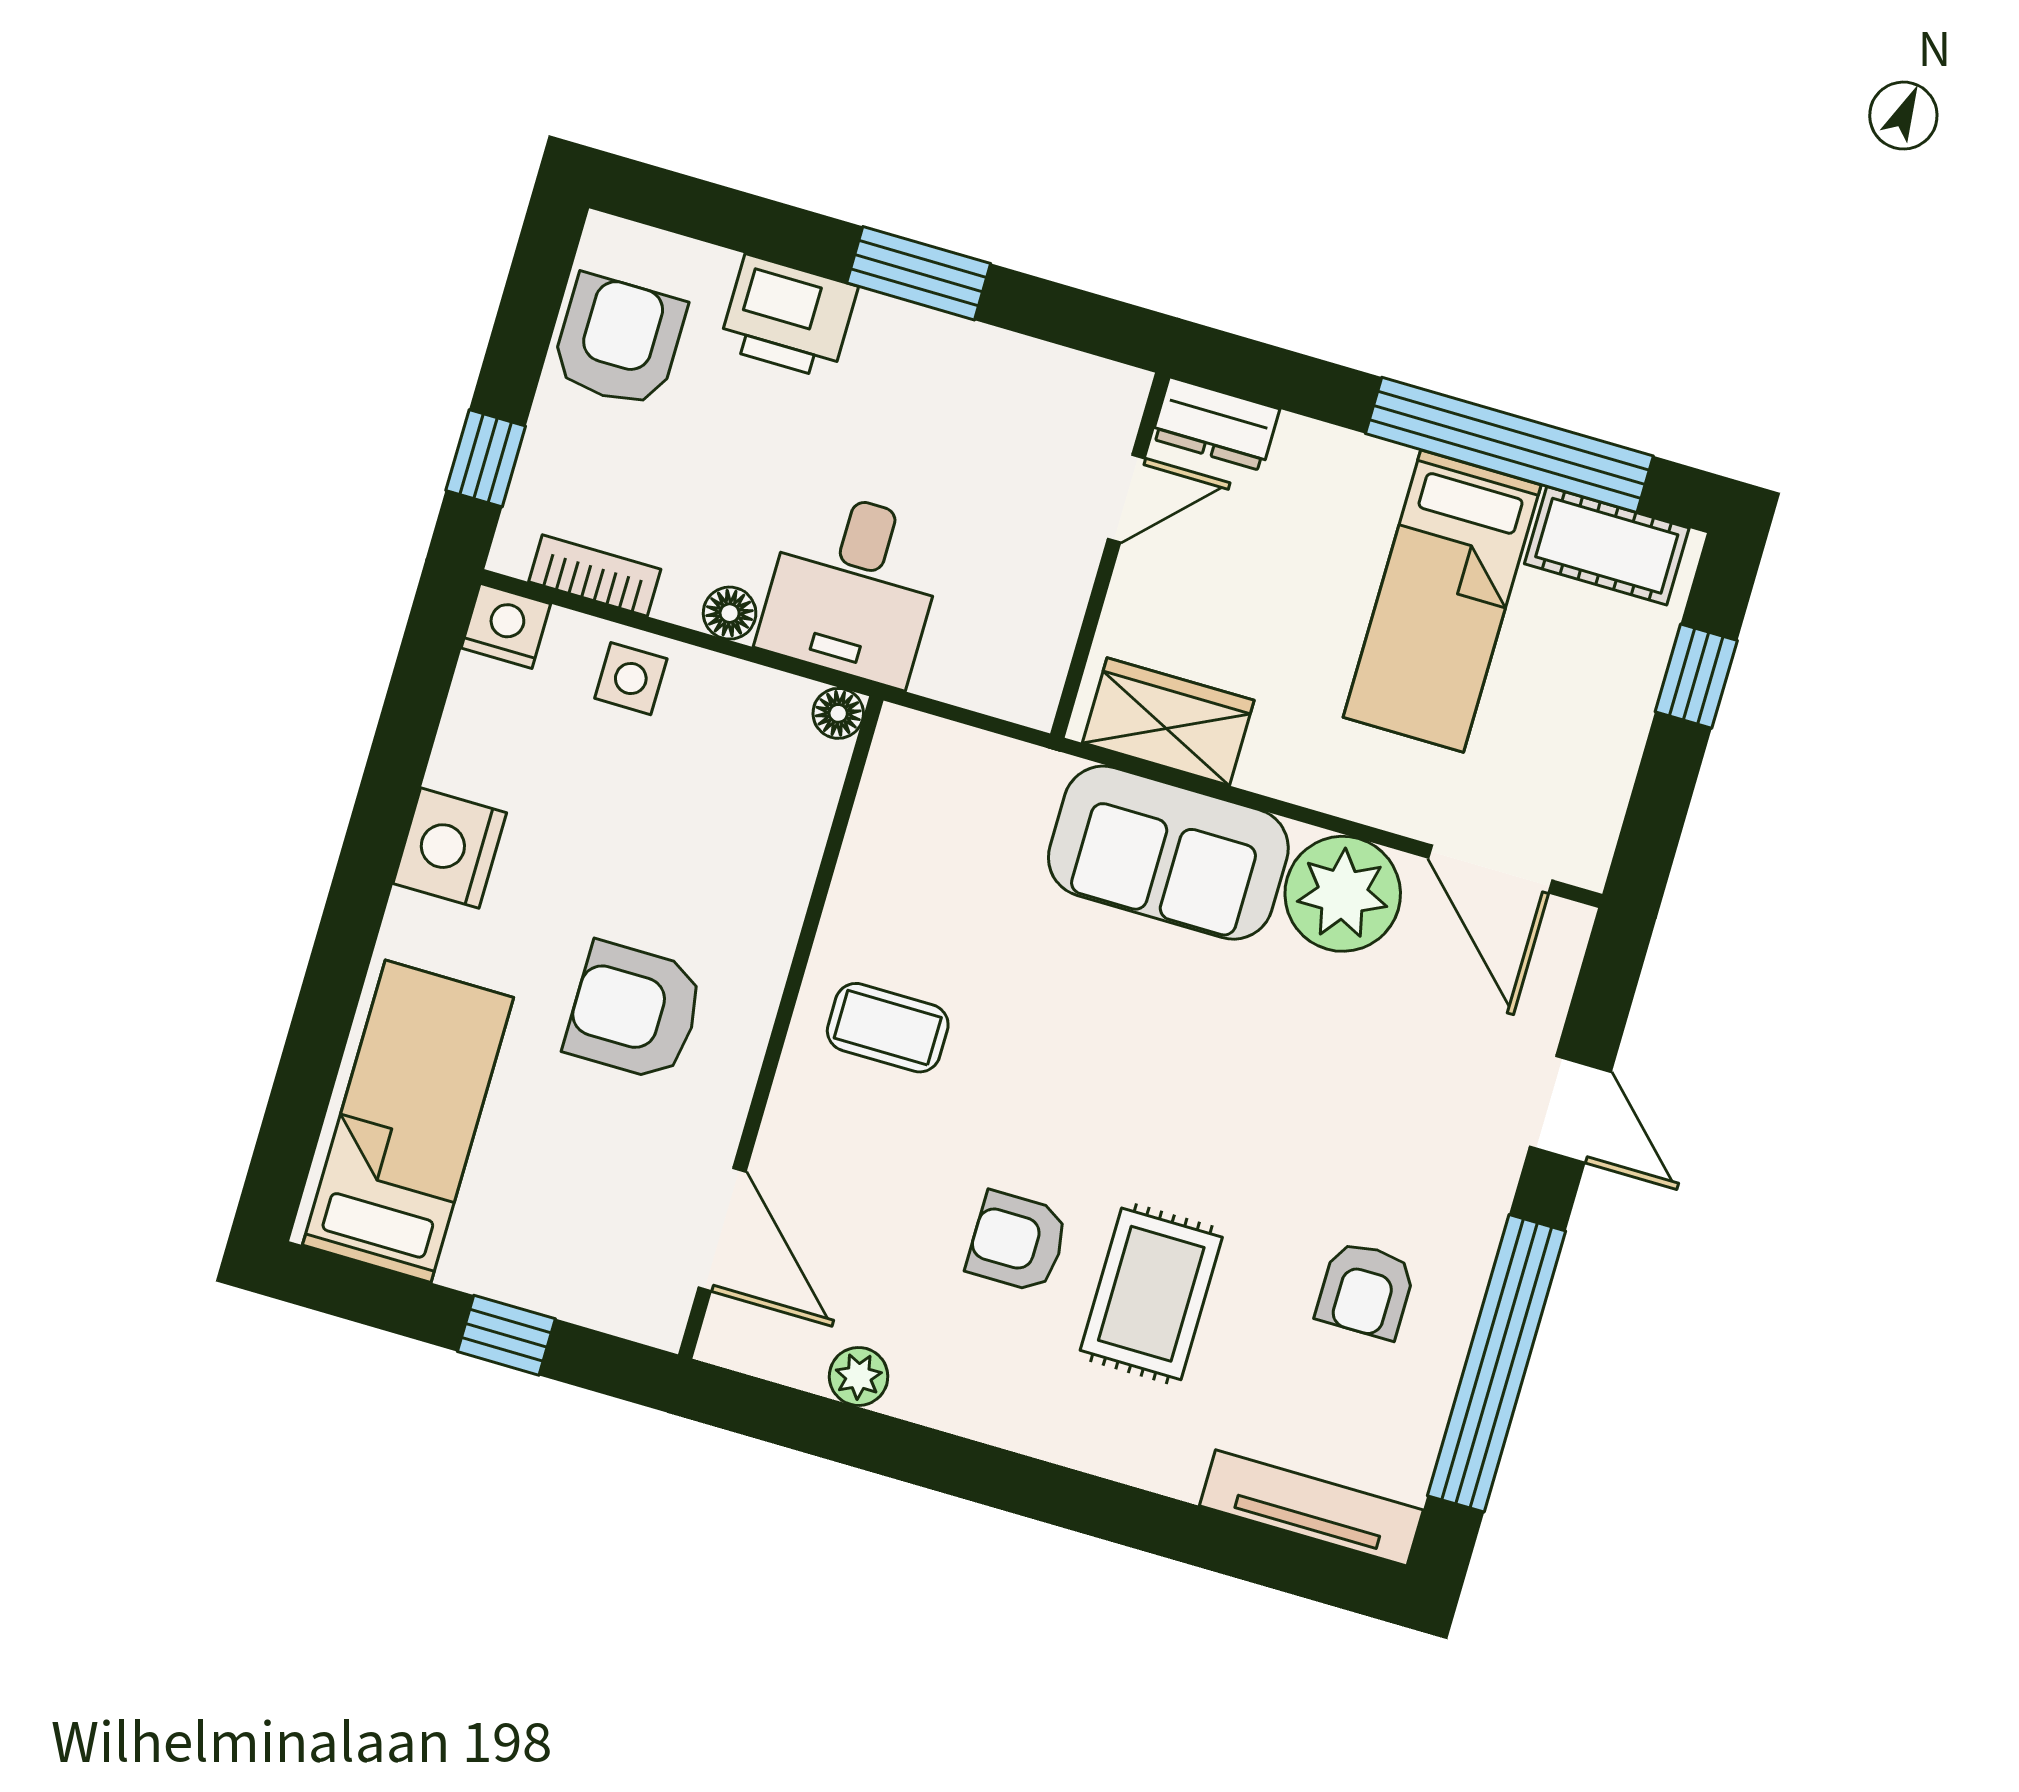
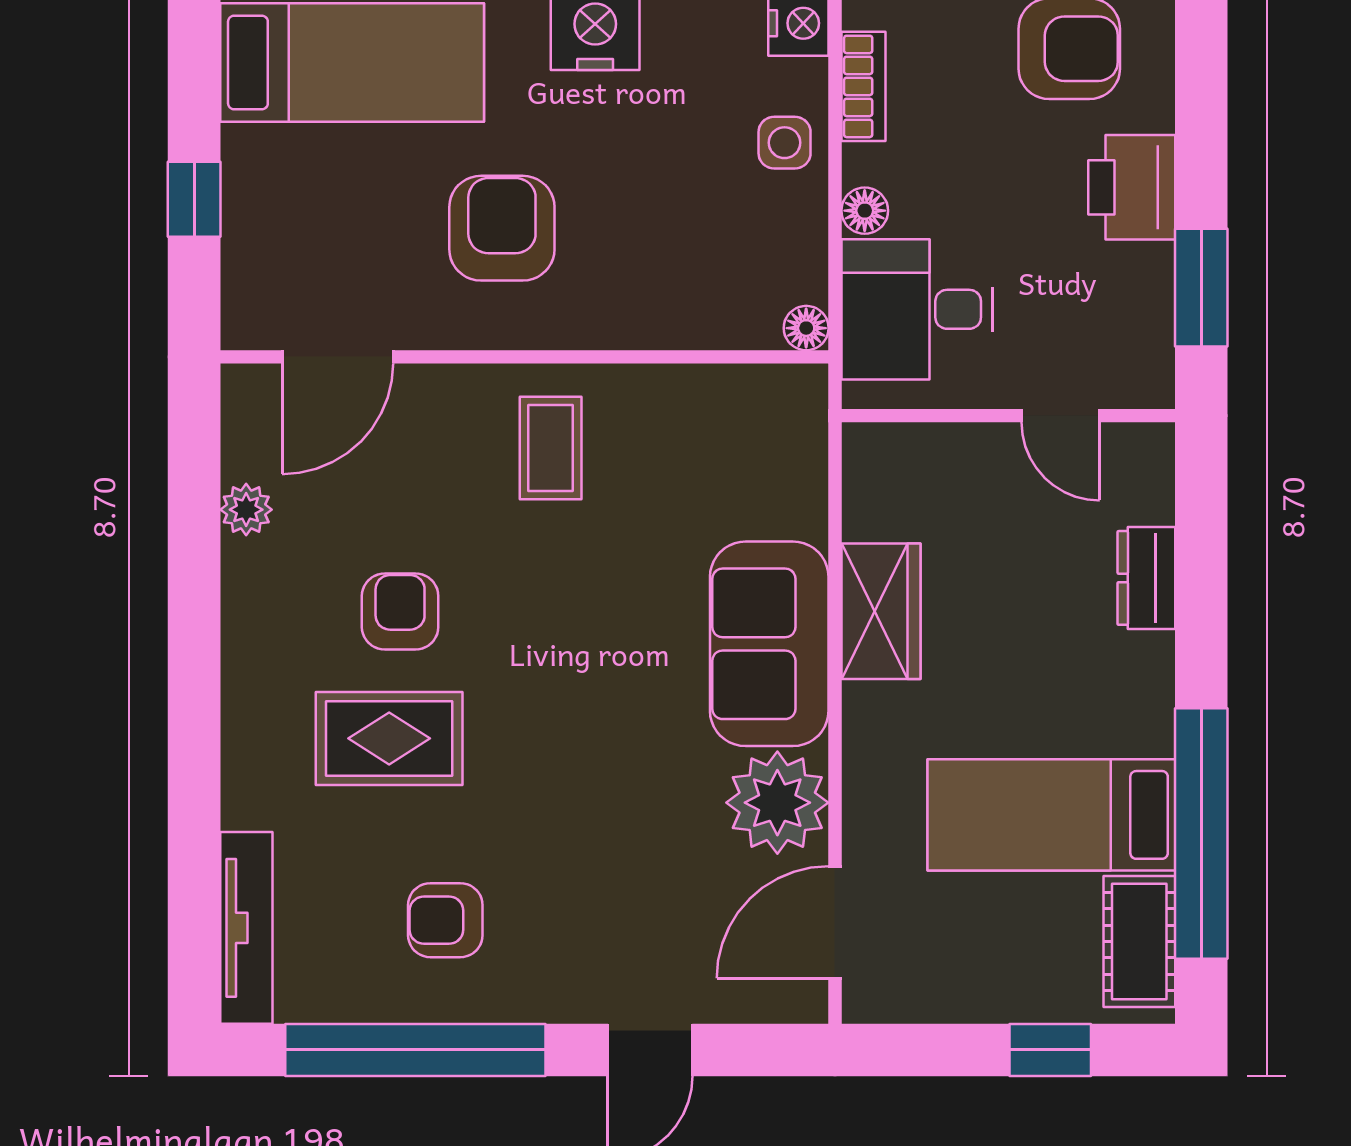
door: (1126, 499) -> (1060, 416), moved
wall: (1110, 555) -> (1008, 416), moved

